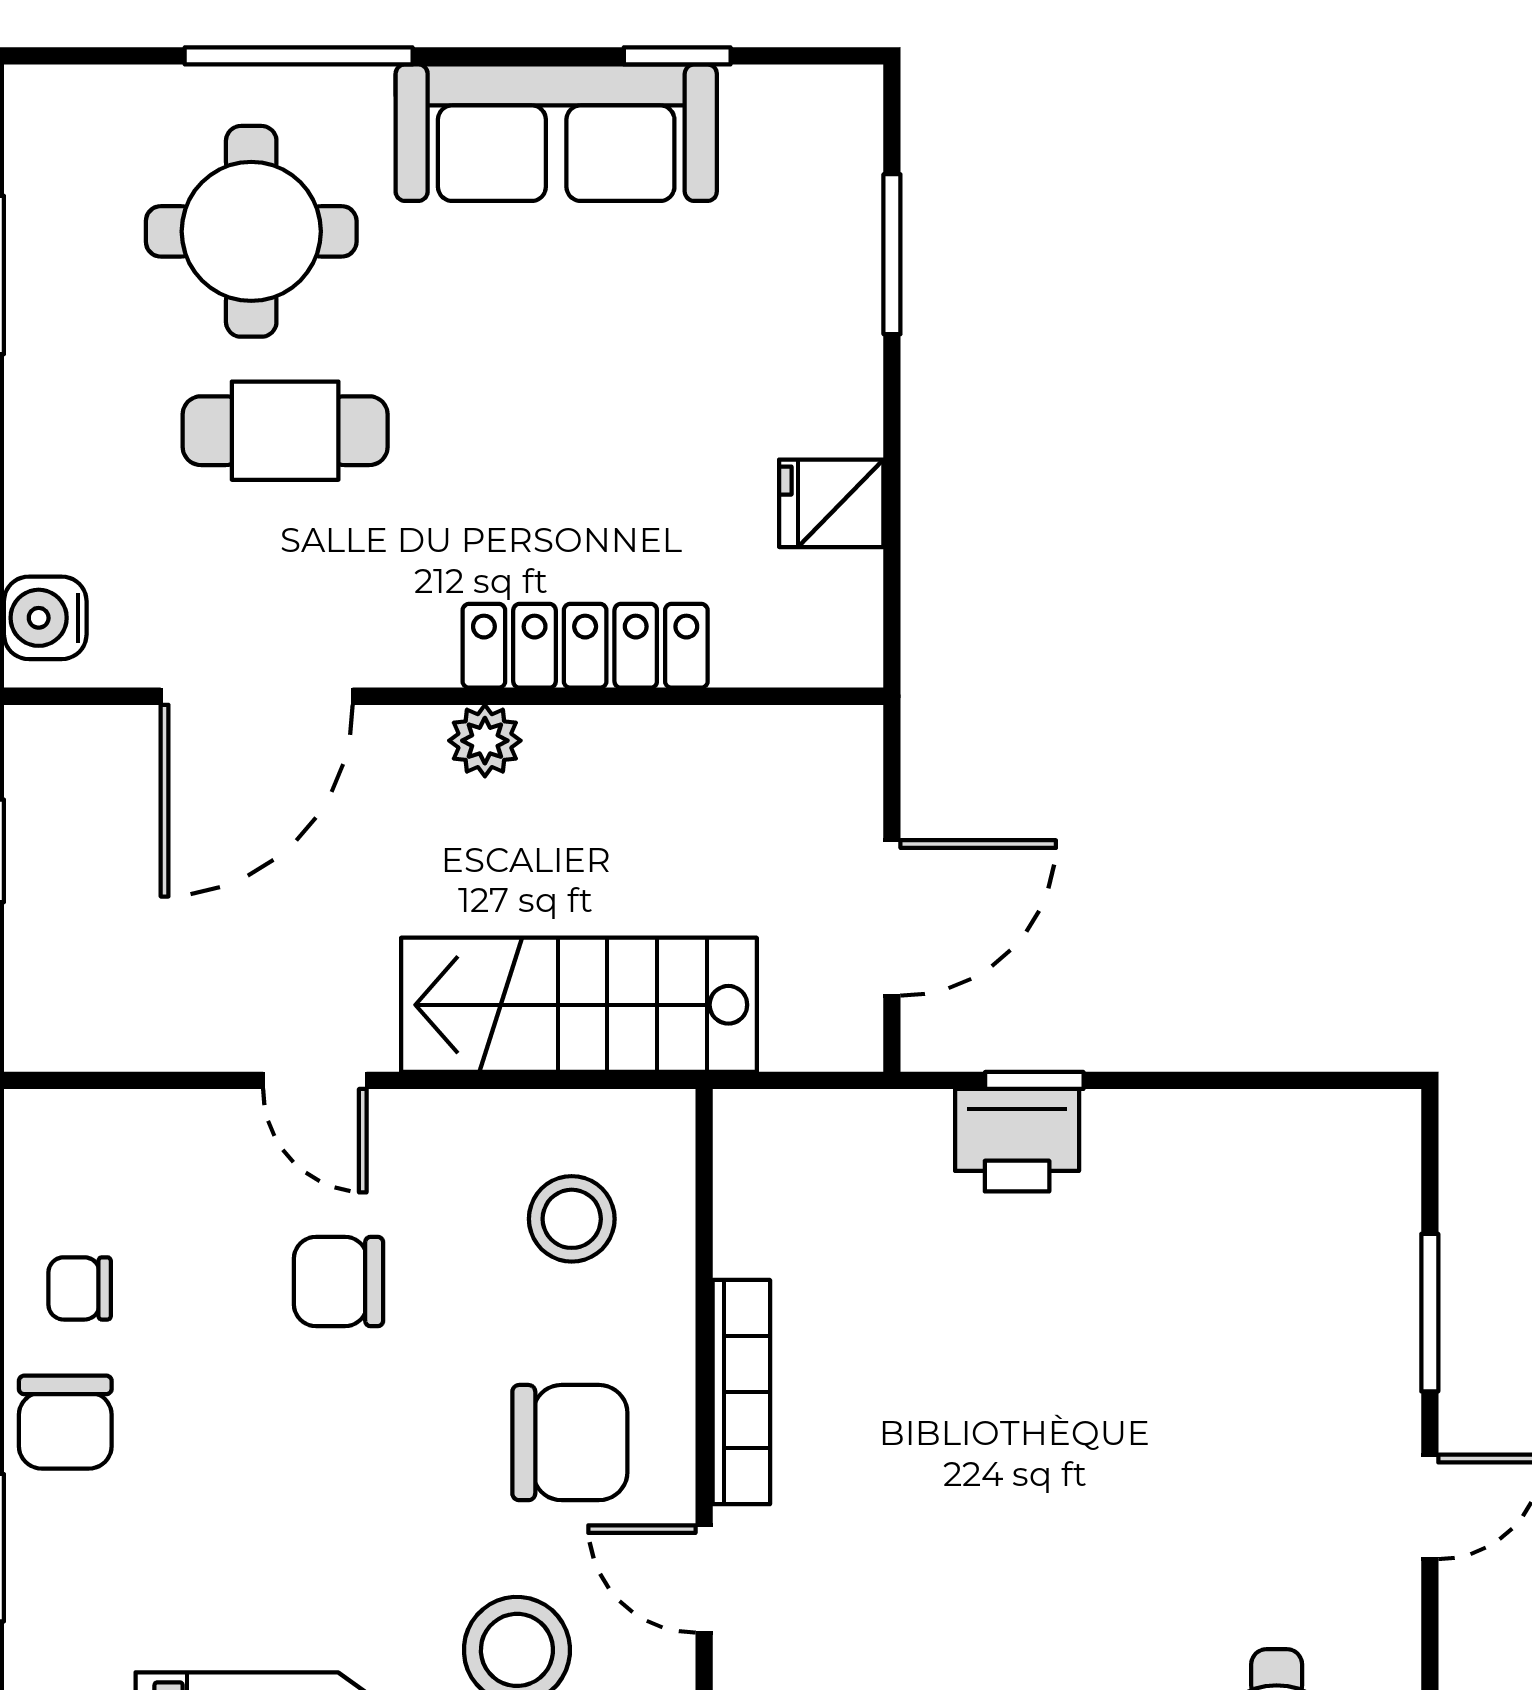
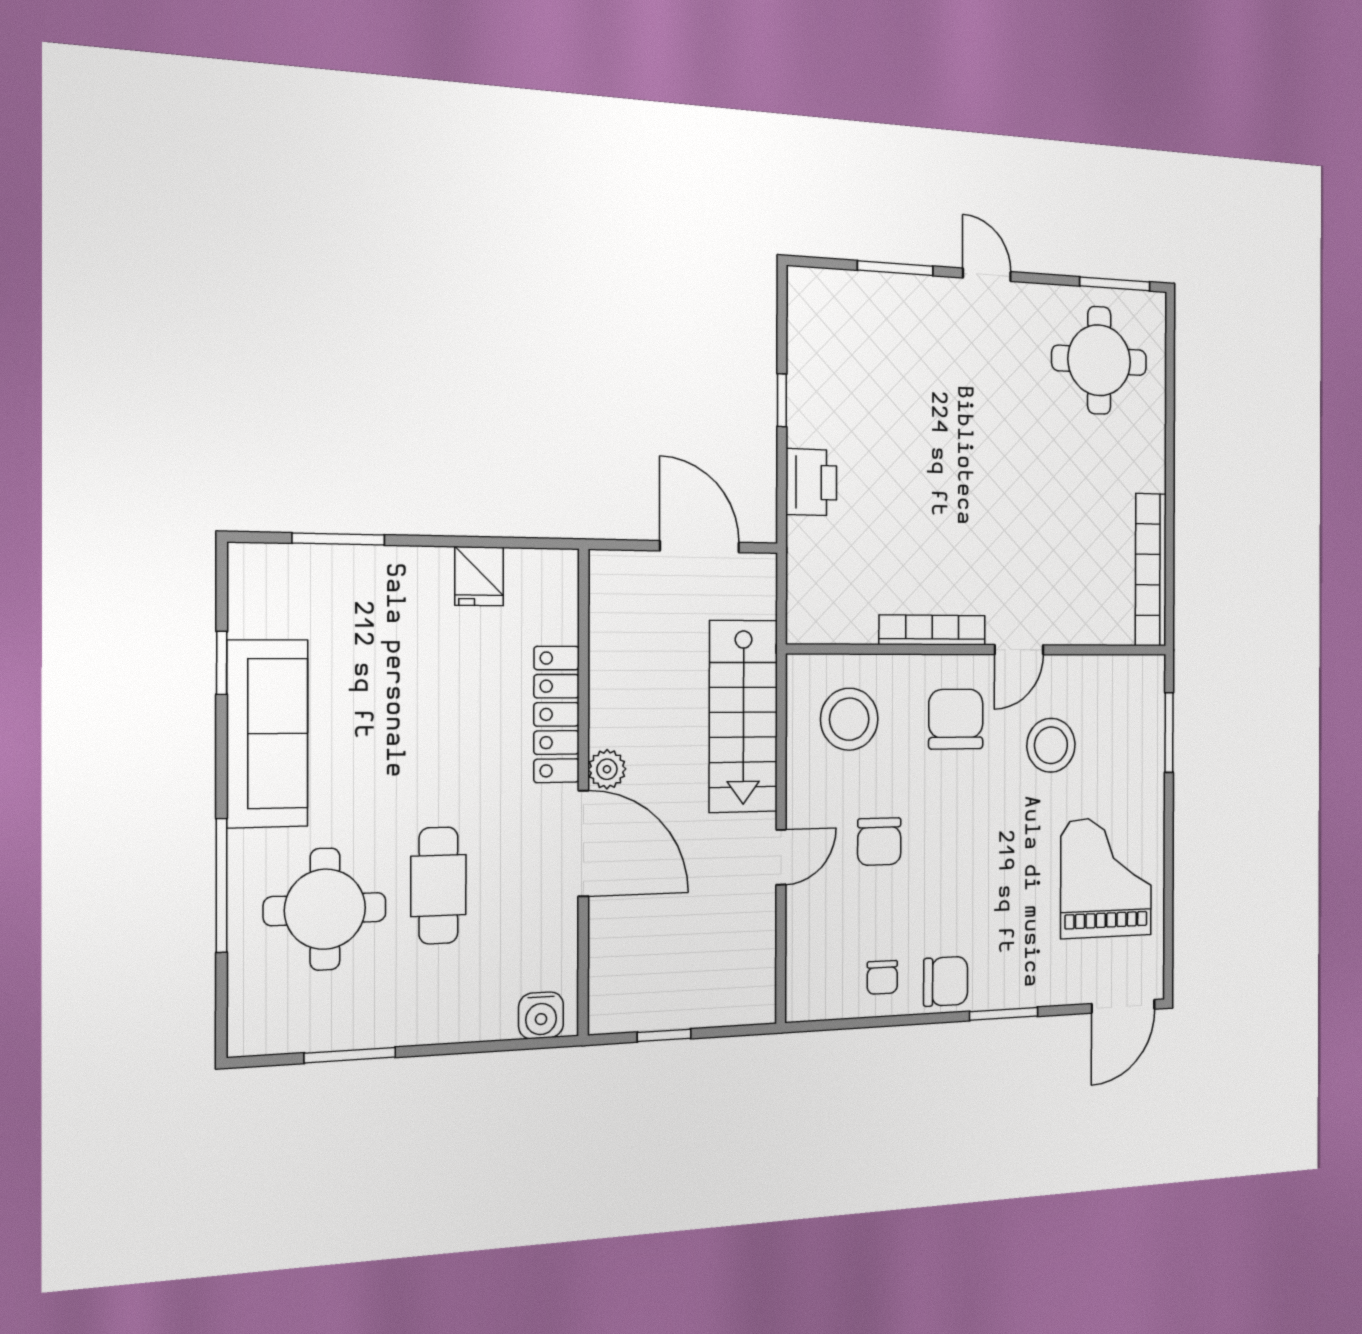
door: (257, 696) -> (583, 843), moved
window: (1034, 1080) -> (782, 400), moved
stool: (572, 1219) -> (849, 719), width x1.38, depth x1.38

